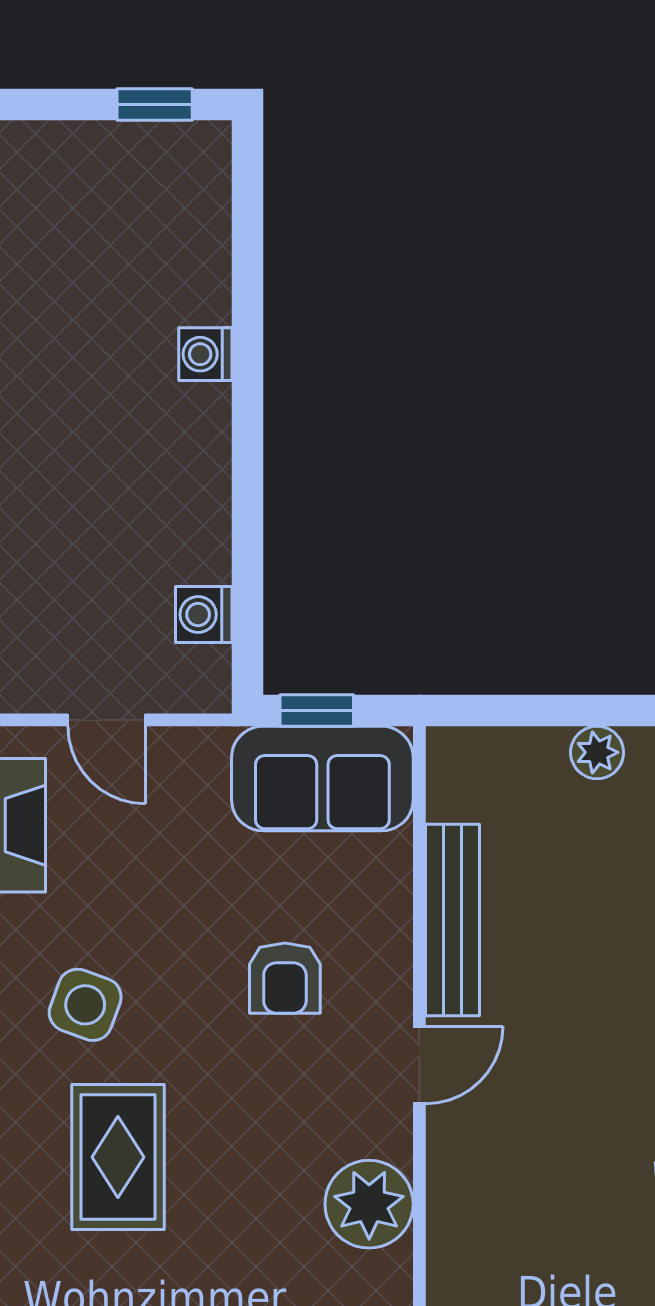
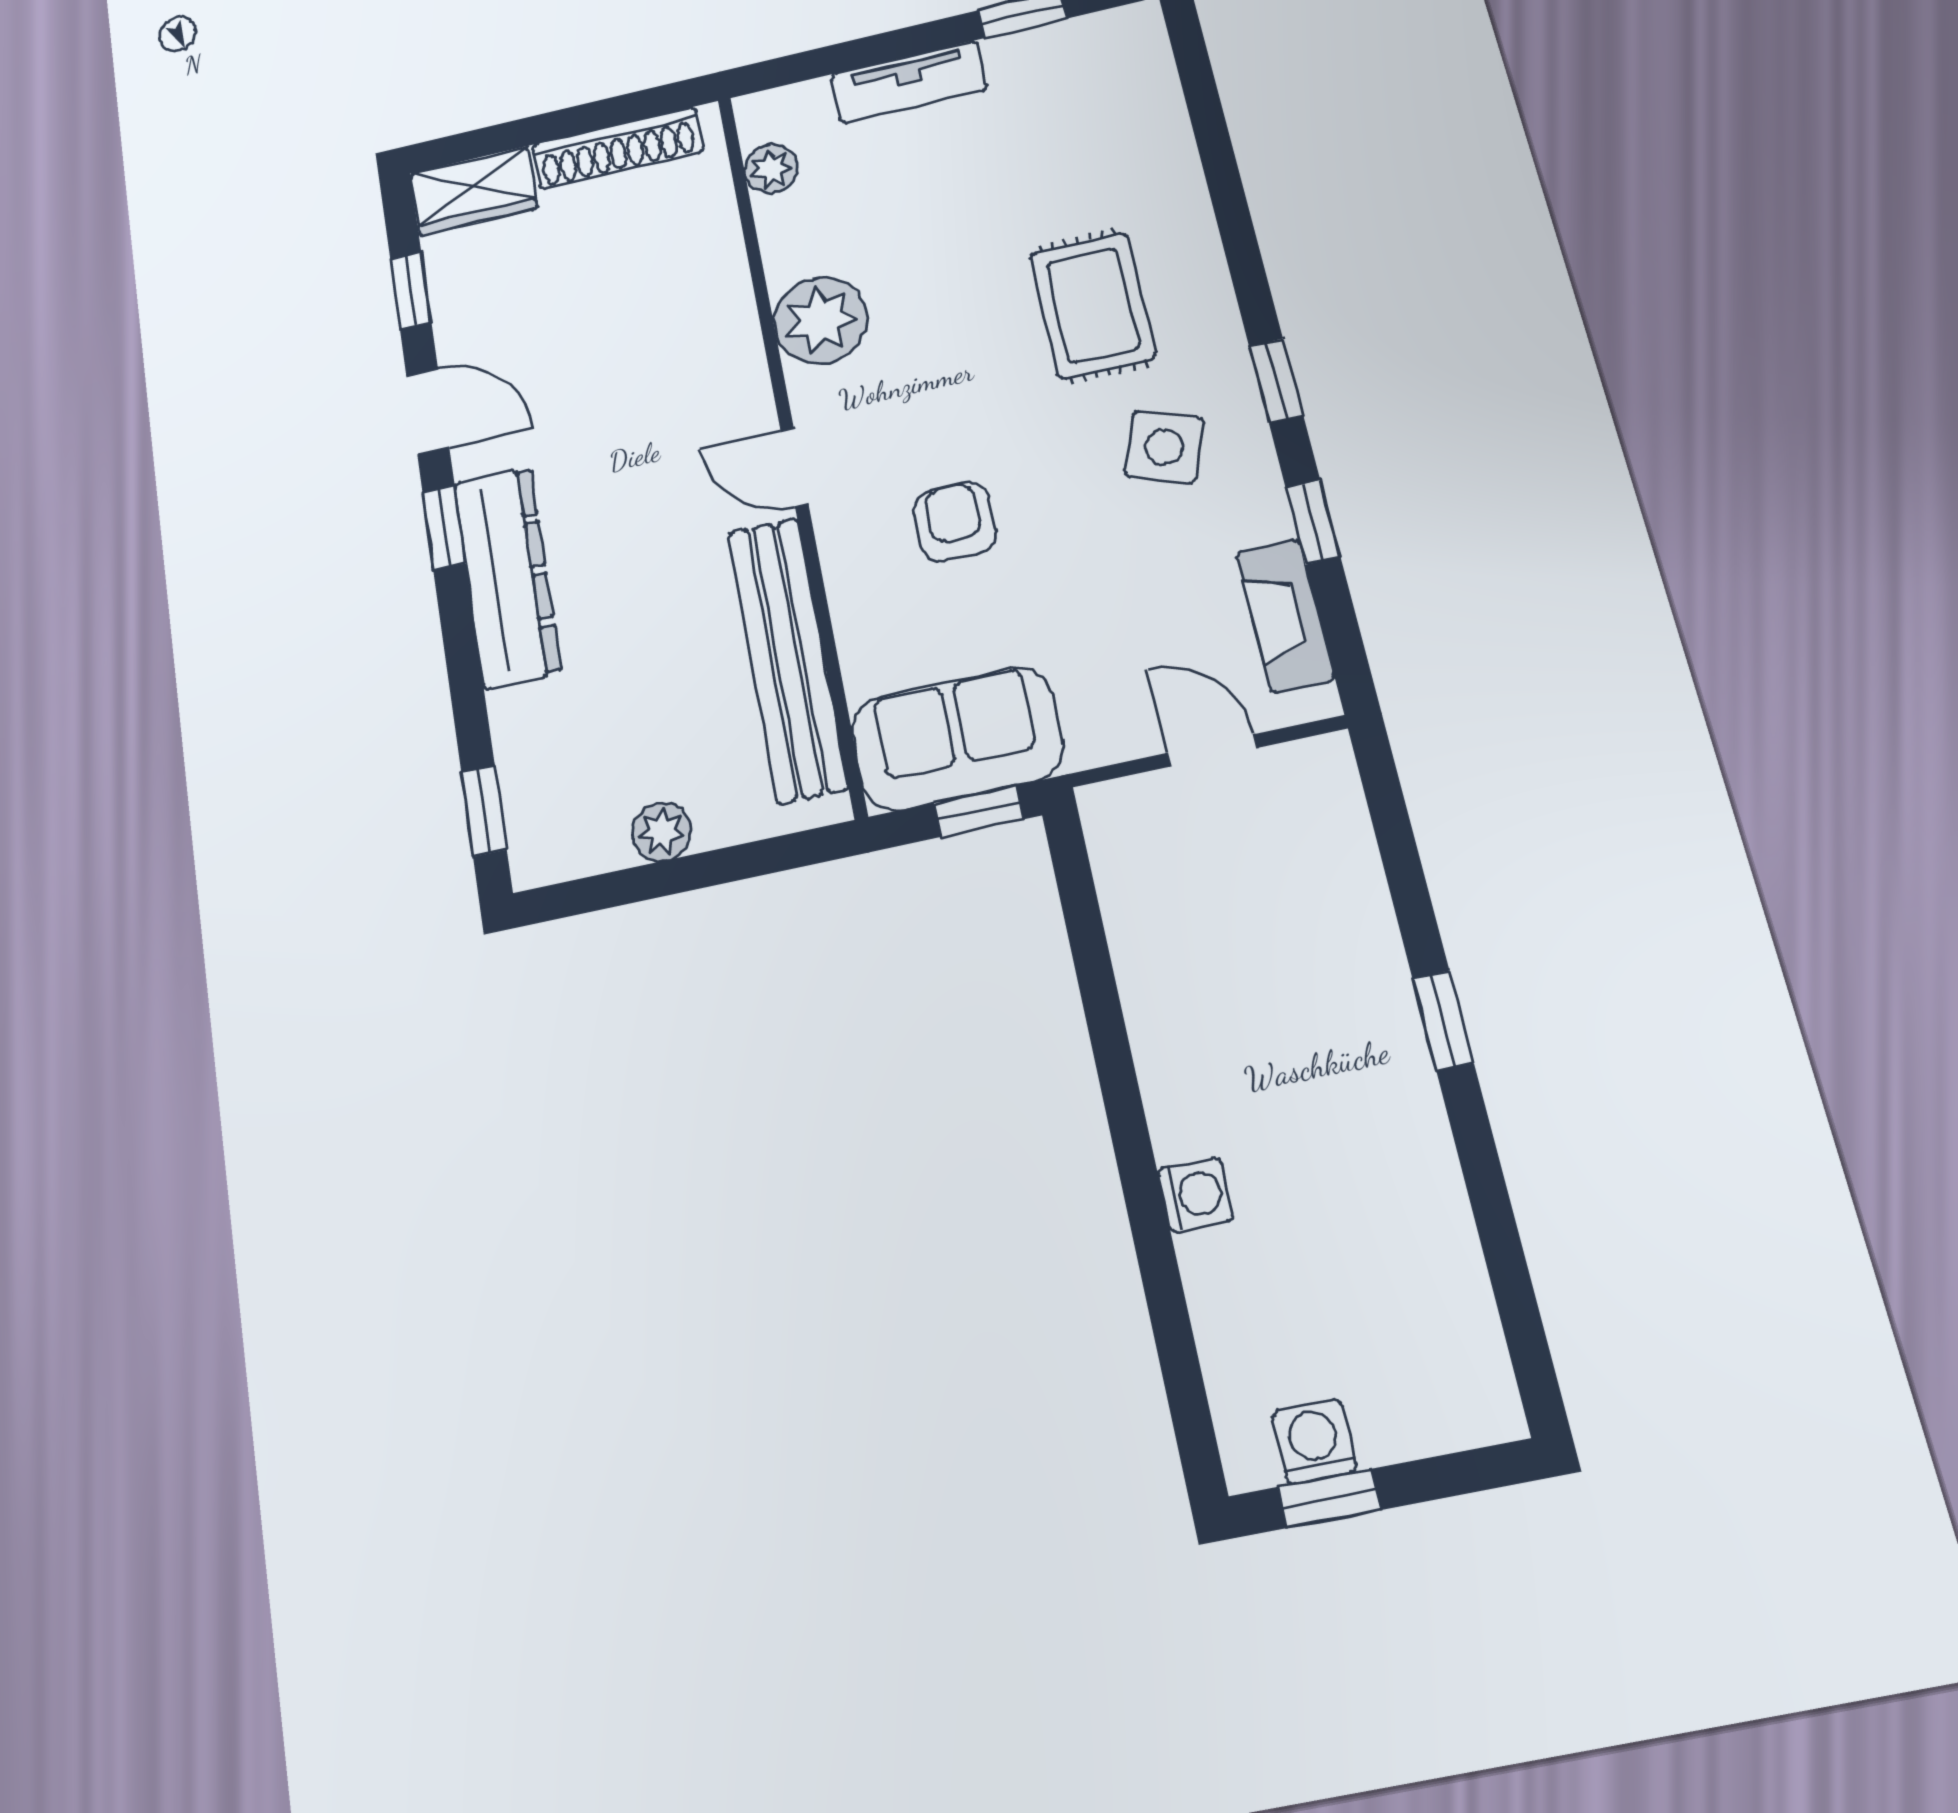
washing machine: (204, 615) -> (1314, 1442), moved, turned -90
bench: (452, 920) -> (787, 659), width x1.37, depth x1.21
door: (419, 1065) -> (794, 467), hinge flipped

